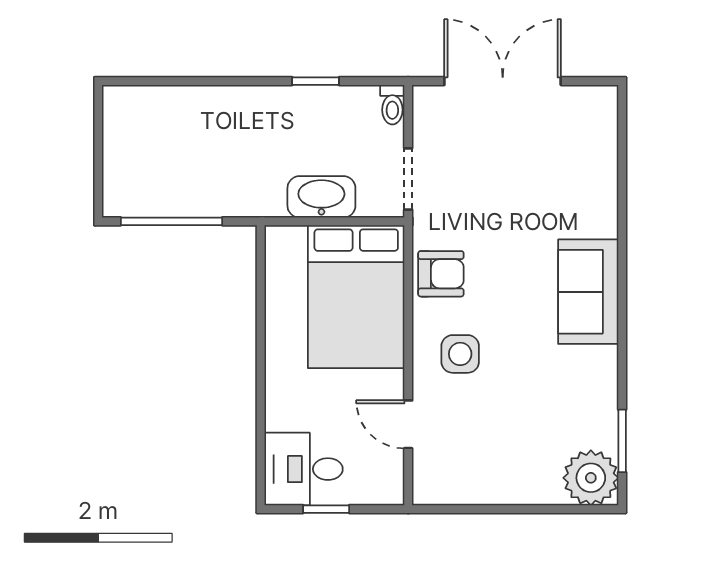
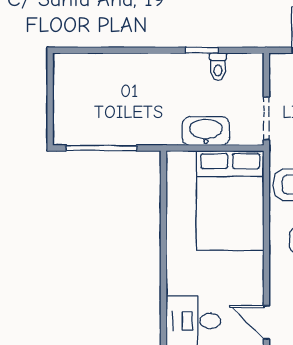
toilet: (392, 105) -> (218, 67), moved
door: (408, 424) -> (266, 322), moved

